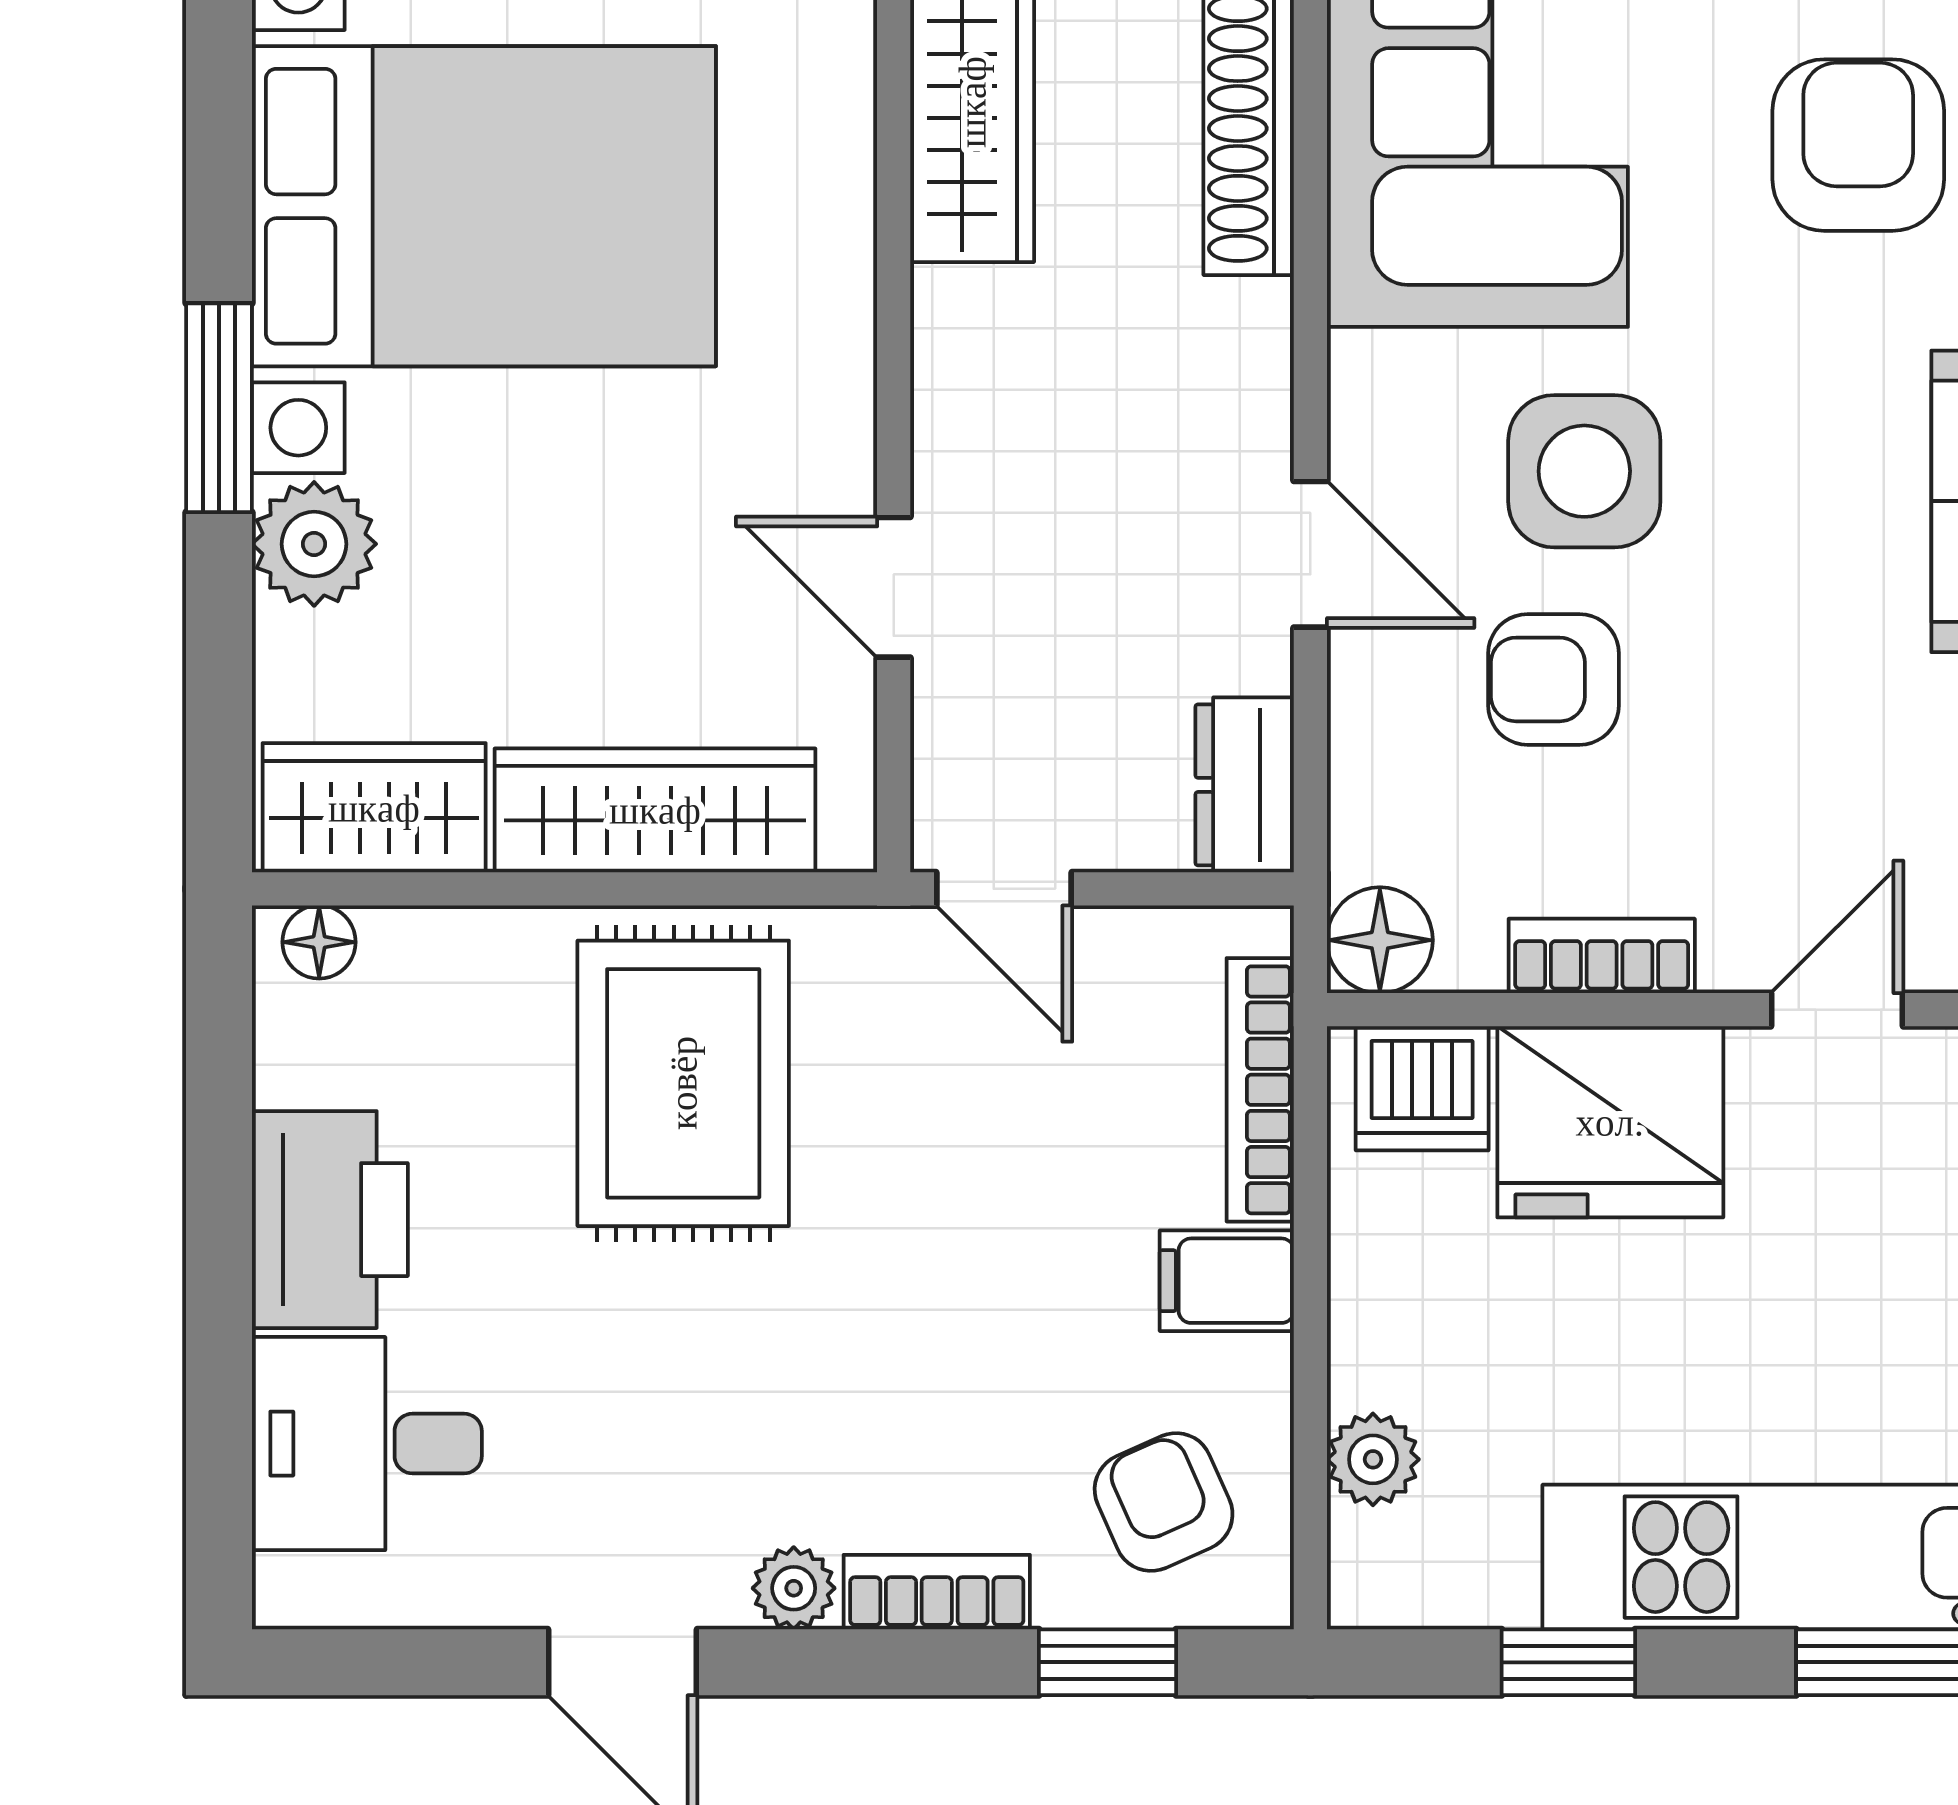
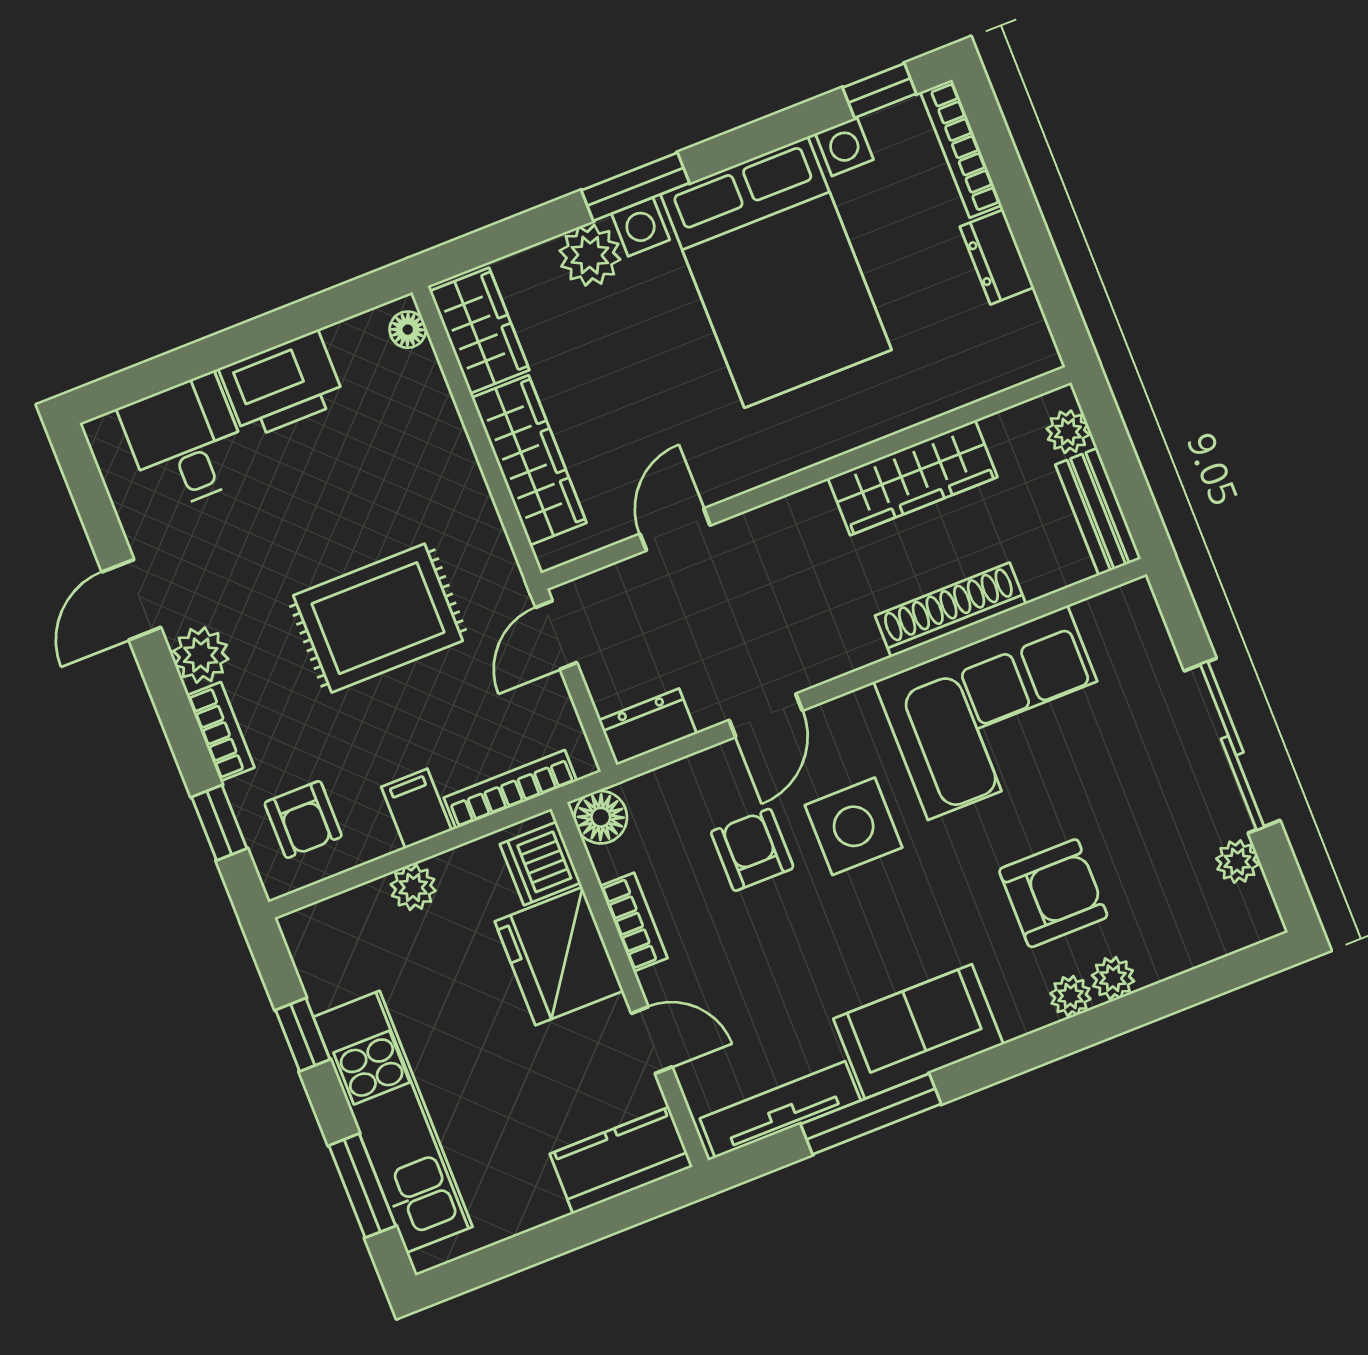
rug: (683, 1083) -> (378, 618), moved
plant: (1373, 1459) -> (413, 887), moved
armchair: (1164, 1502) -> (303, 820), turned 114
plant: (794, 1588) -> (201, 655), width x1.38, depth x1.38

